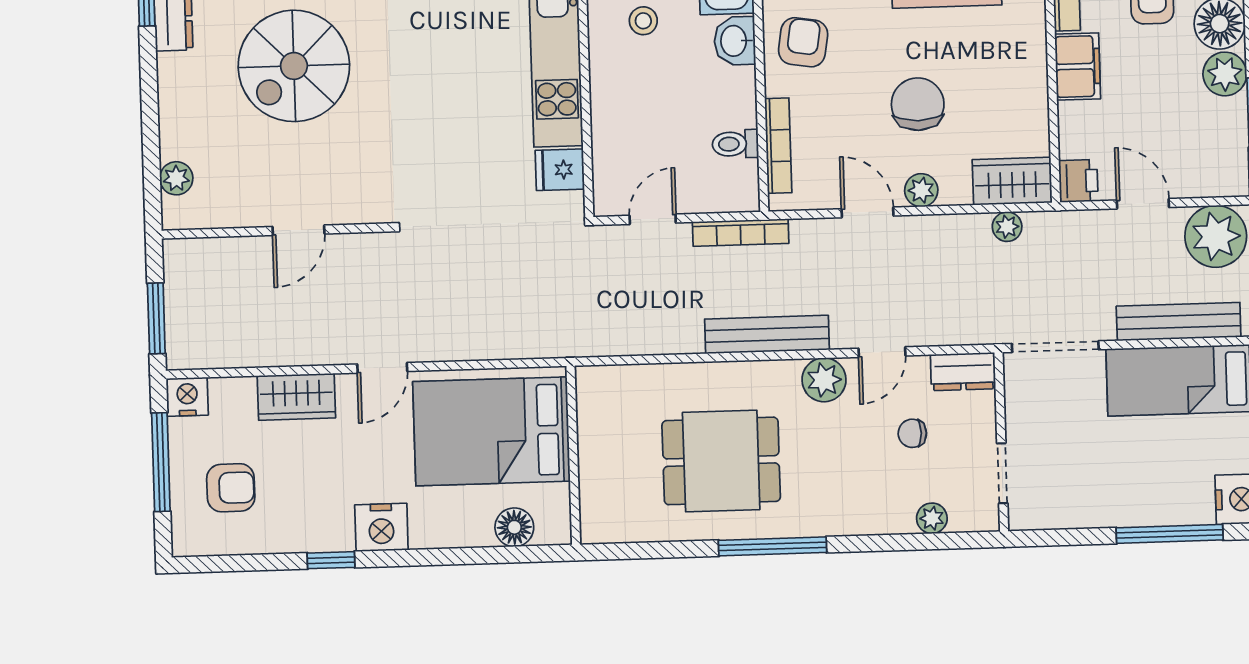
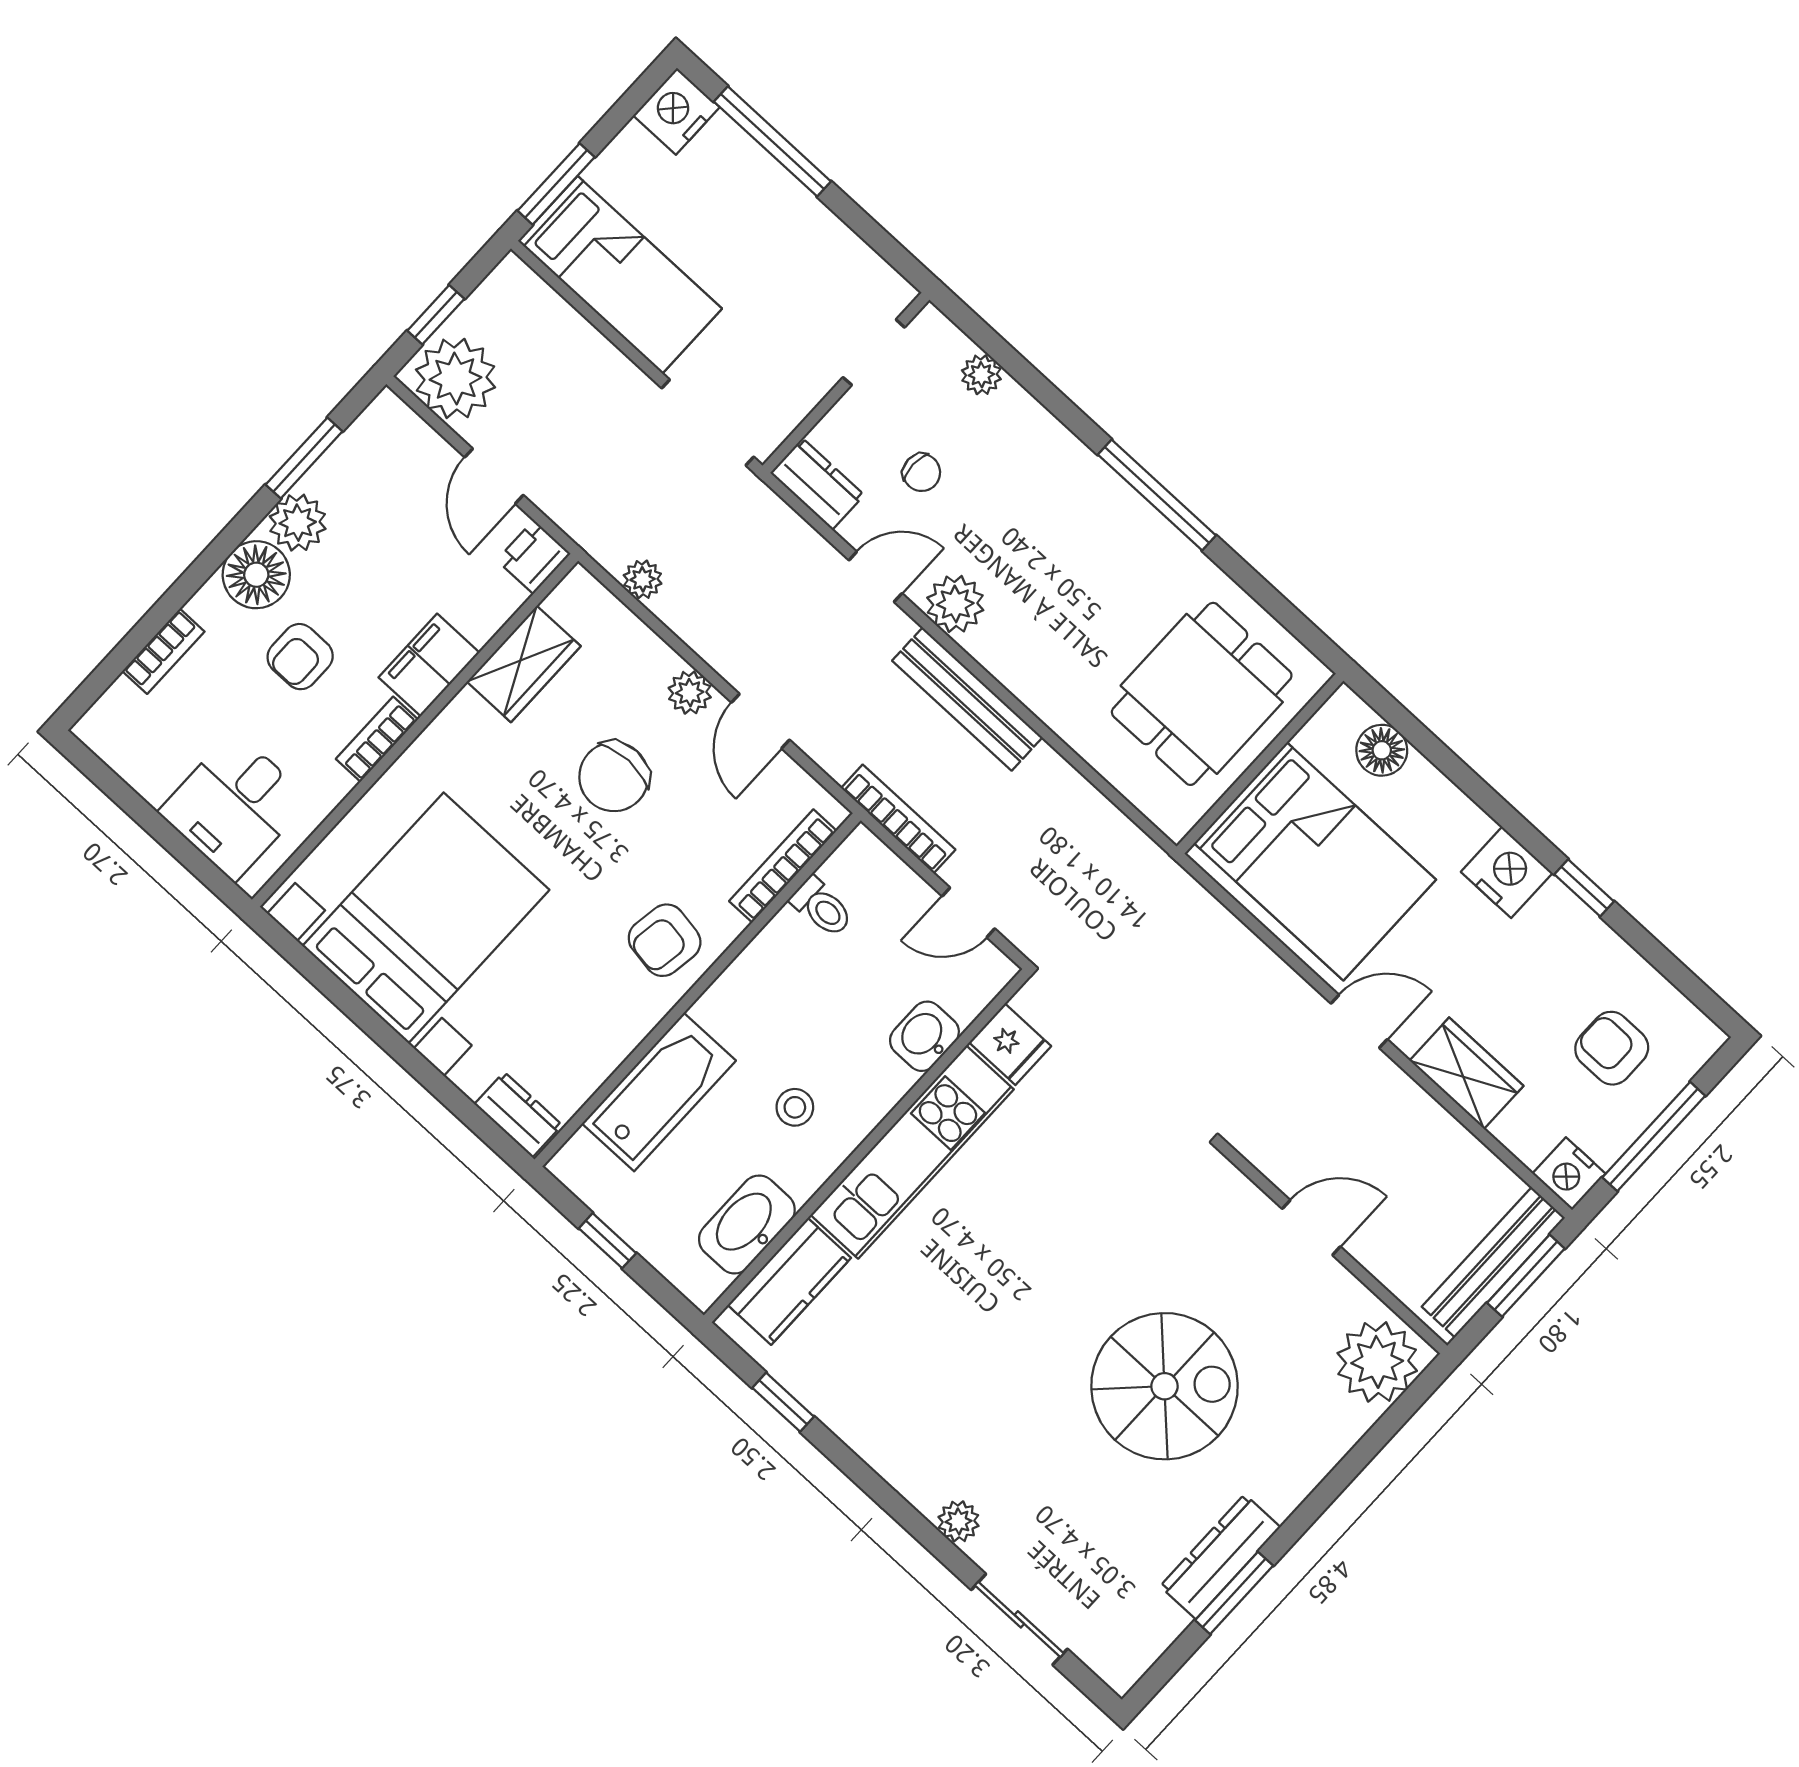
washbasin: (735, 41) -> (924, 1036), moved, turned 180
plant: (176, 178) -> (1377, 1362), width x1.87, depth x1.87
wardrobe: (1012, 181) -> (524, 664), moved, turned -90
bench: (1179, 322) -> (1493, 1262), moved, turned 90
dining table: (721, 461) -> (1202, 694), moved, turned 90

